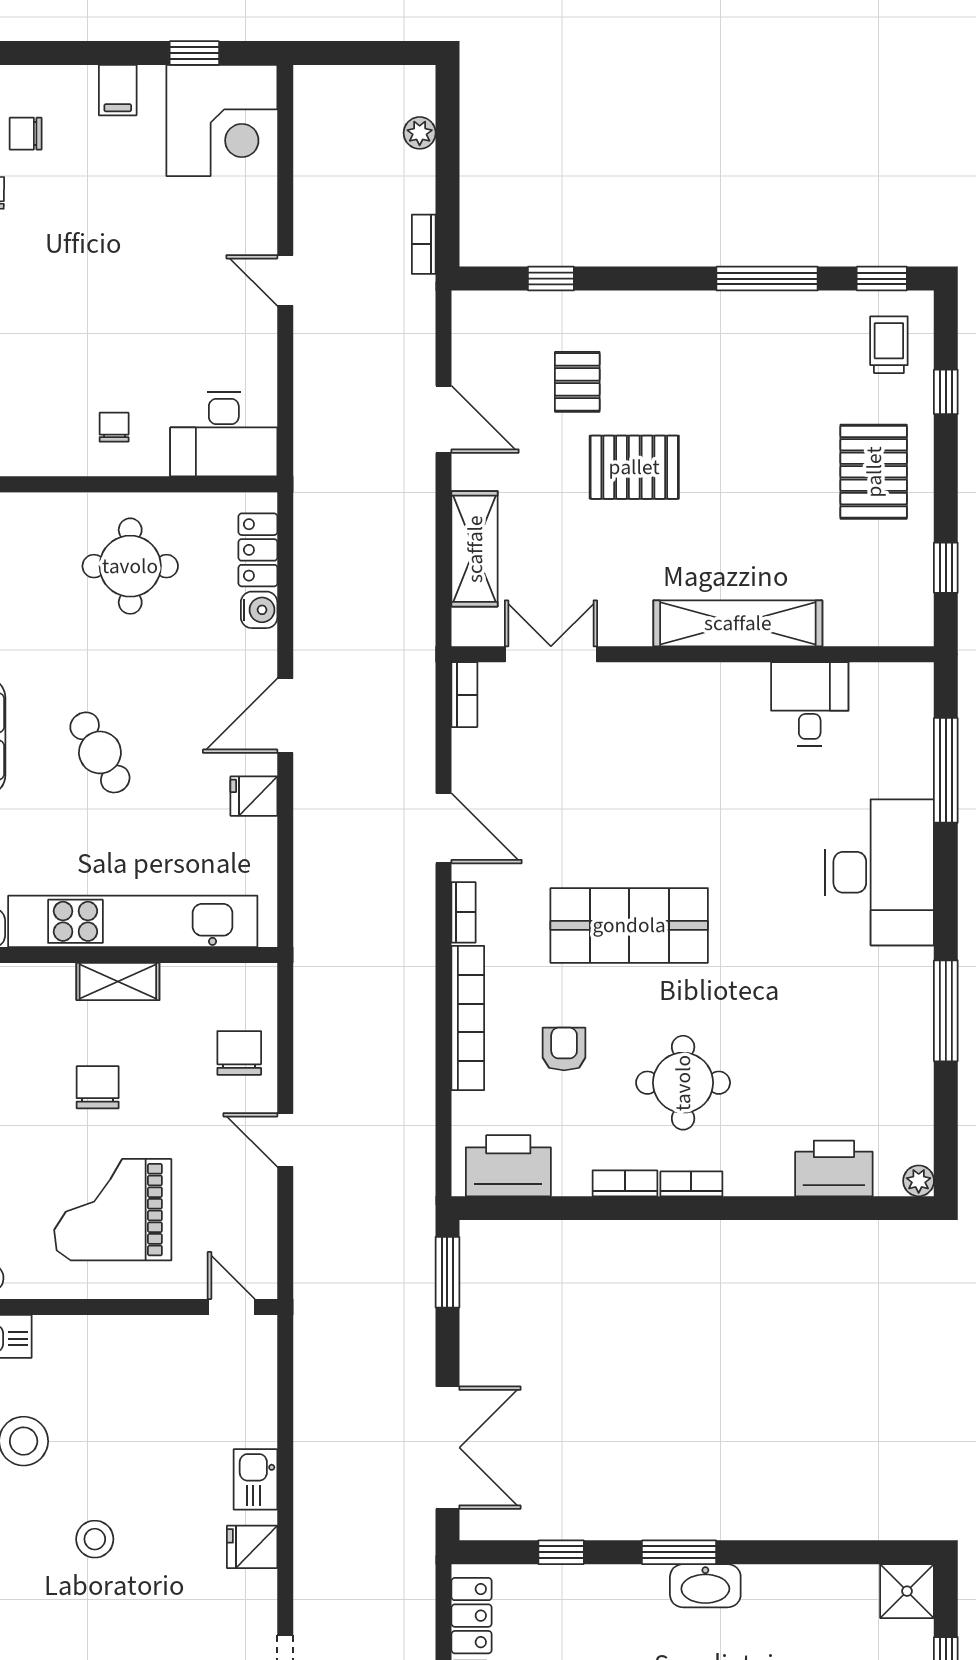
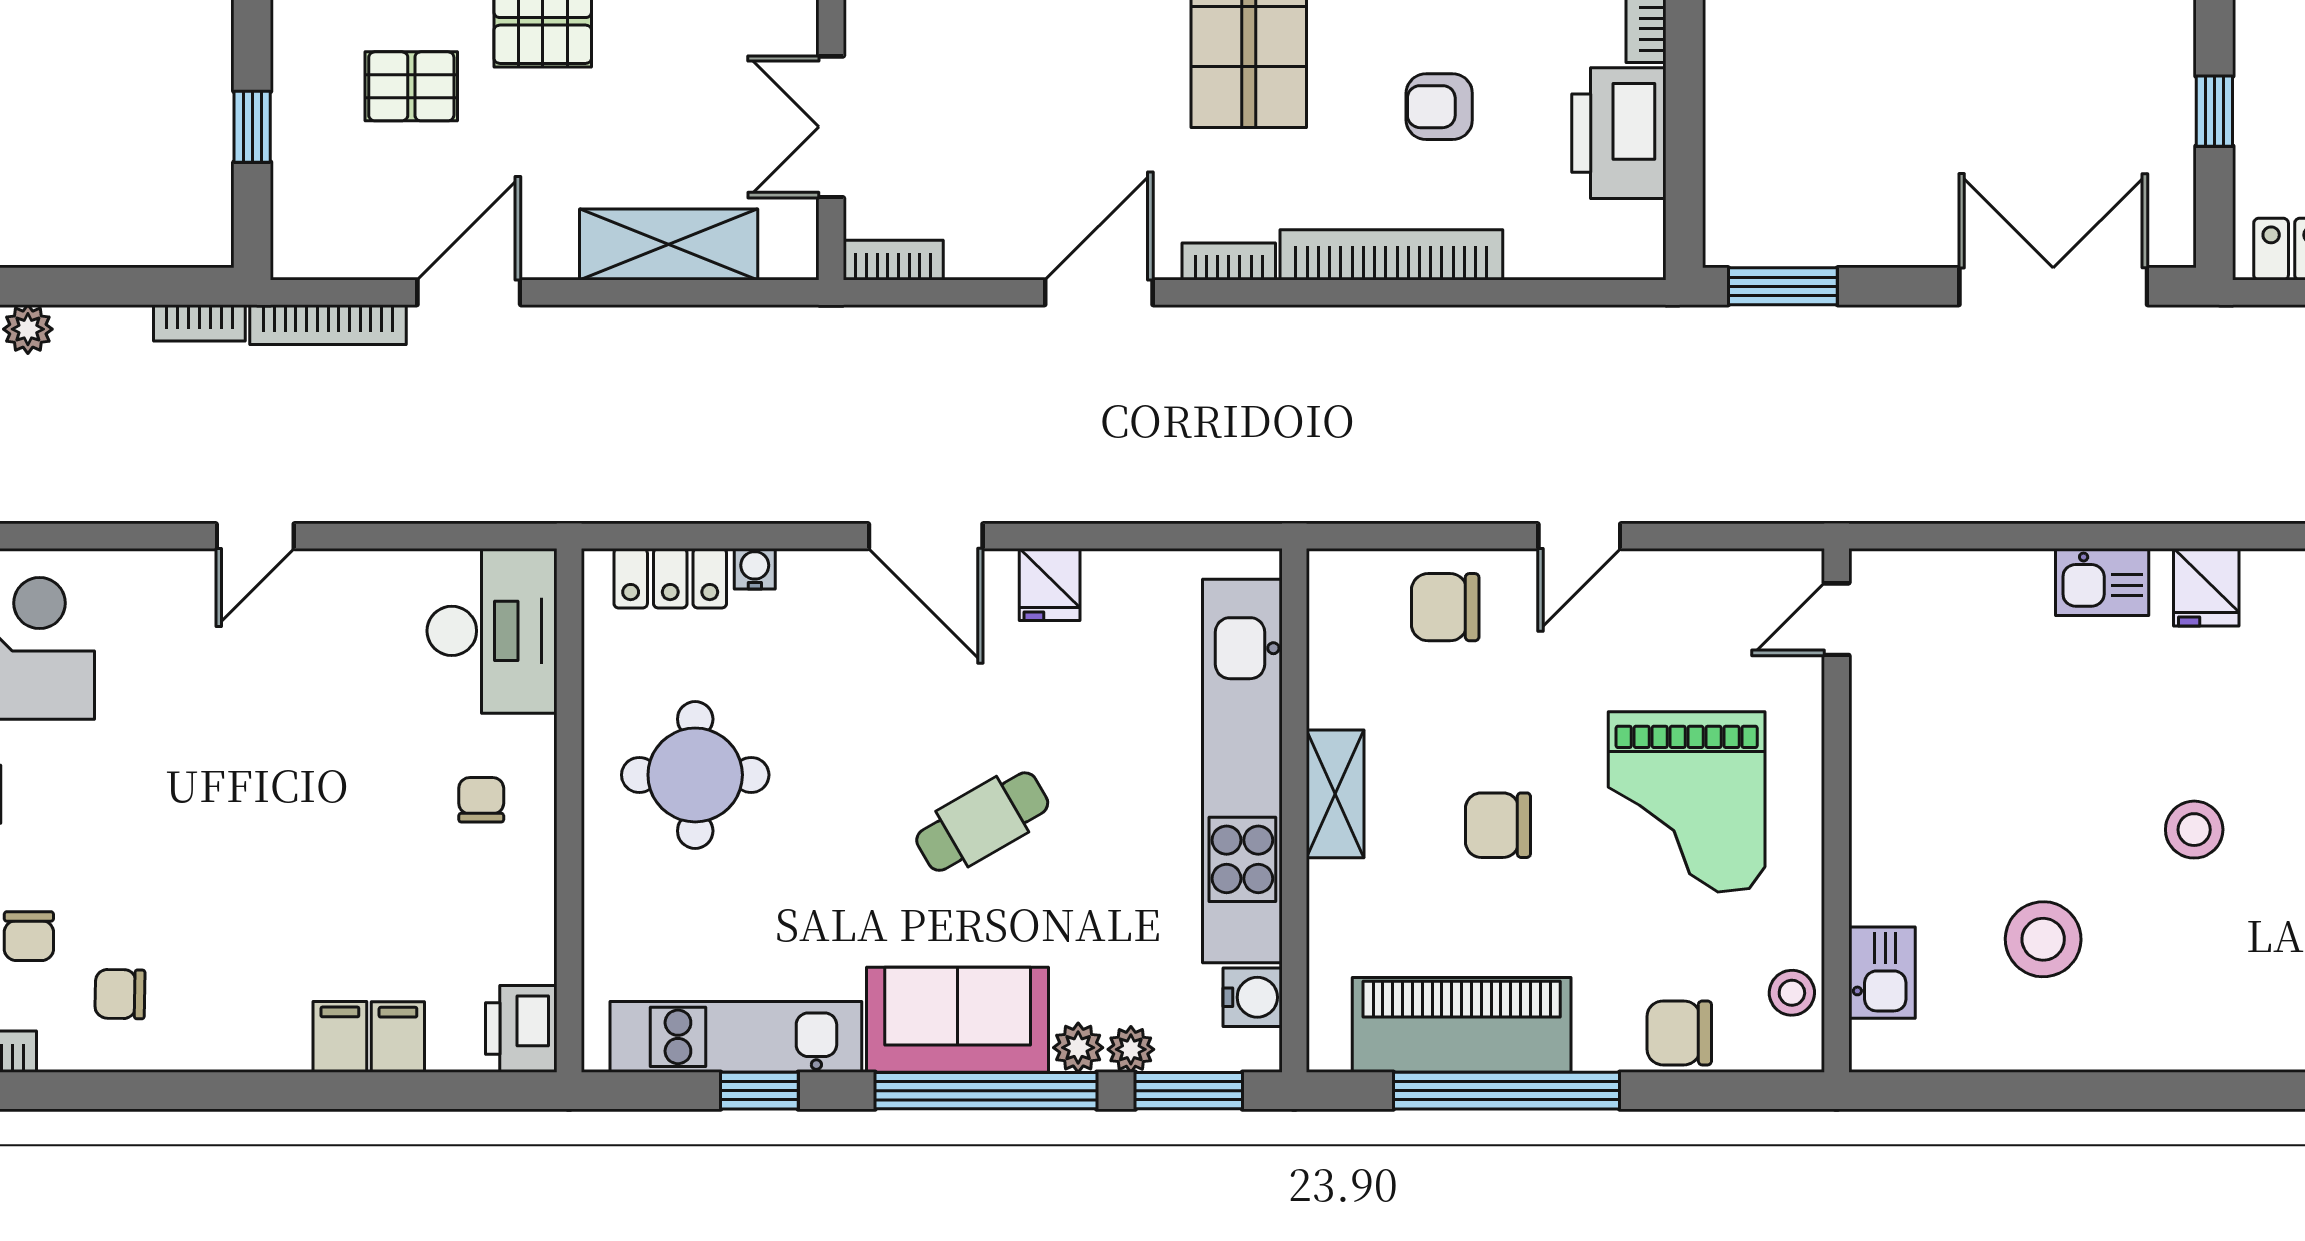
bookcase: (423, 328) -> (328, 325), added
chair: (114, 427) -> (481, 800), turned 90
water cooler: (259, 610) -> (755, 569), width x0.72, depth x0.72
printer: (508, 1166) -> (1619, 133), moved

